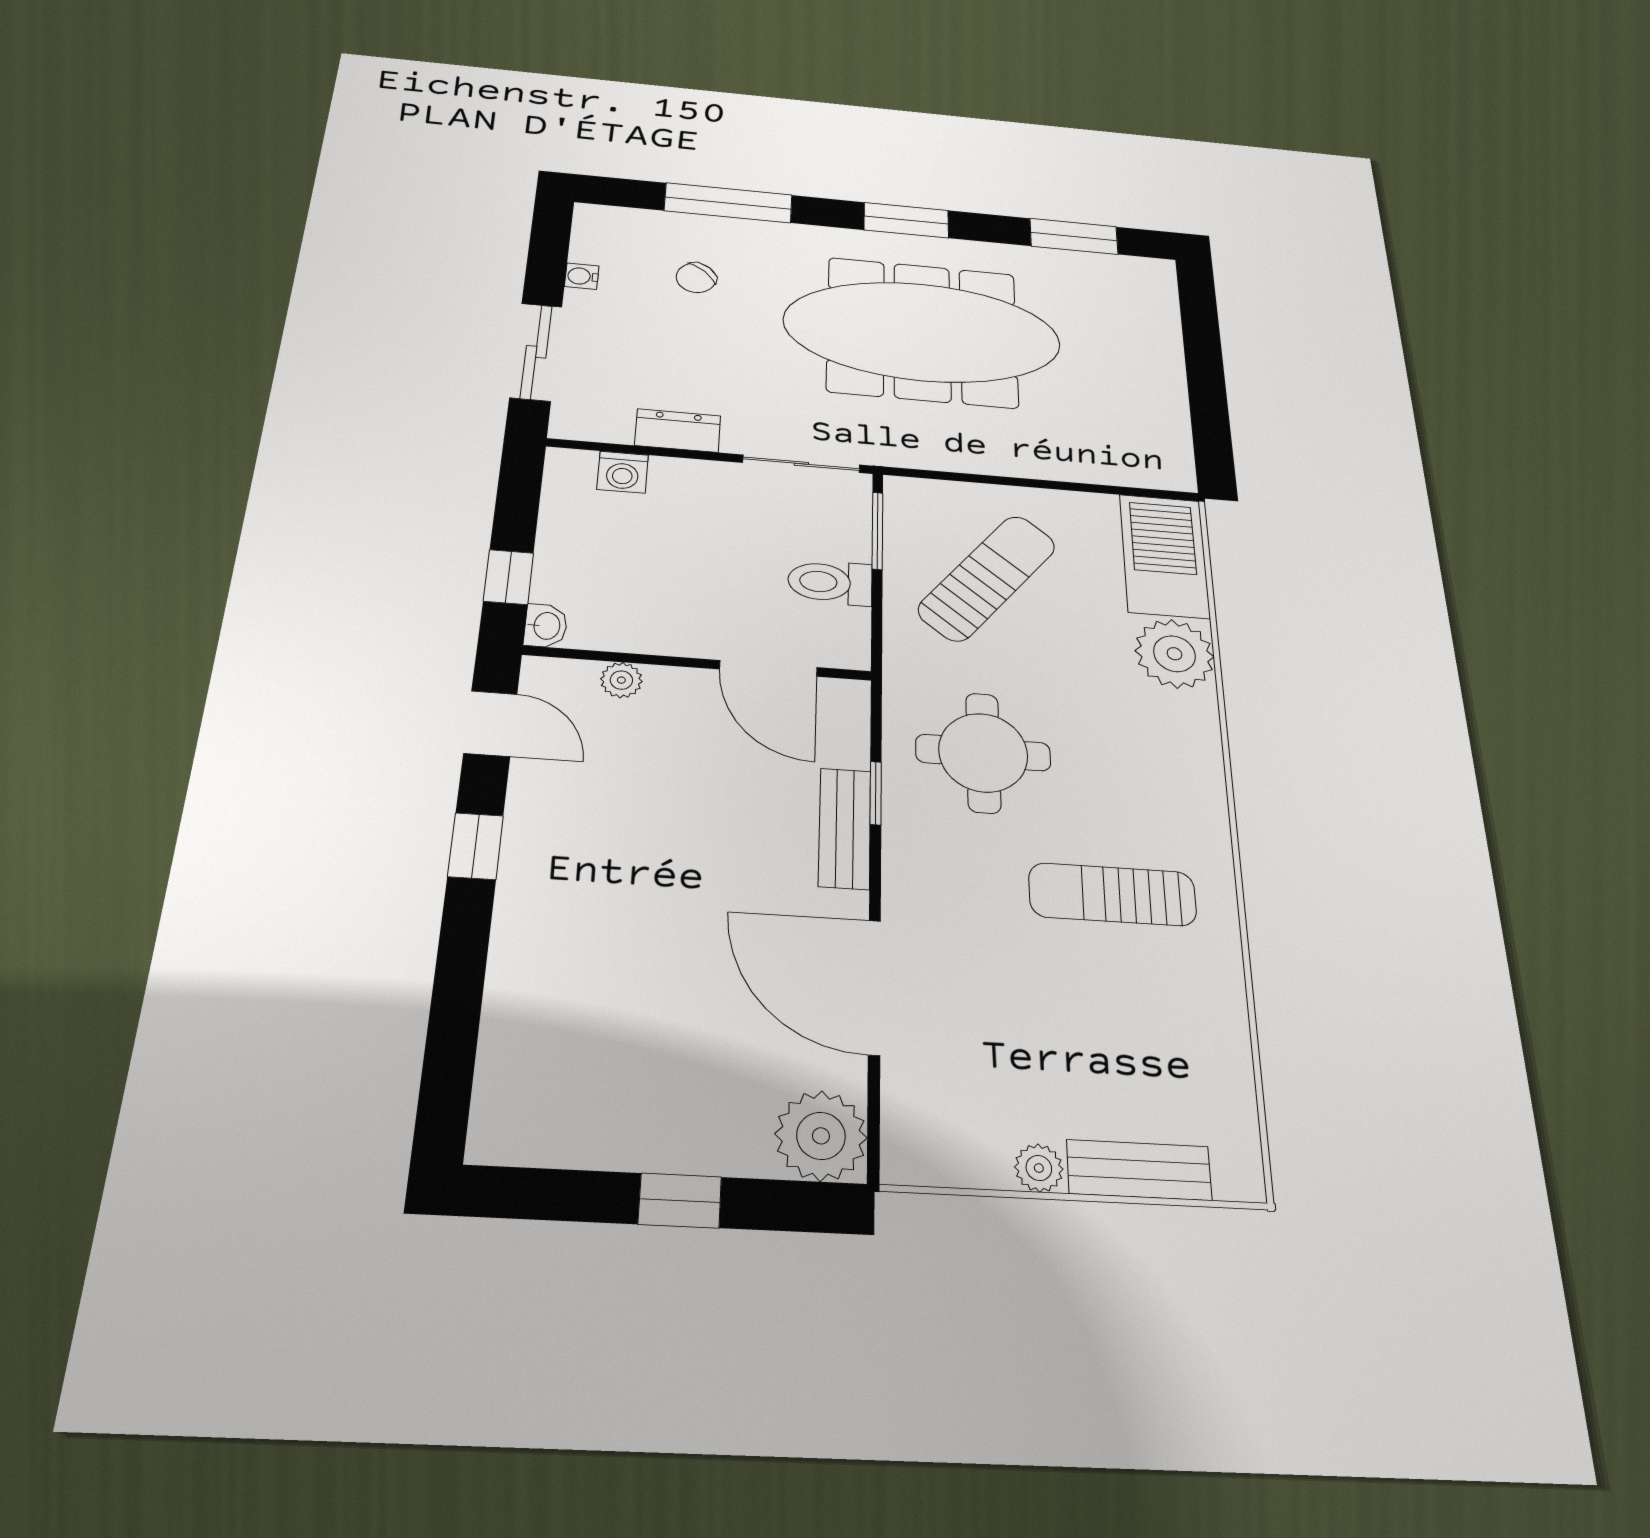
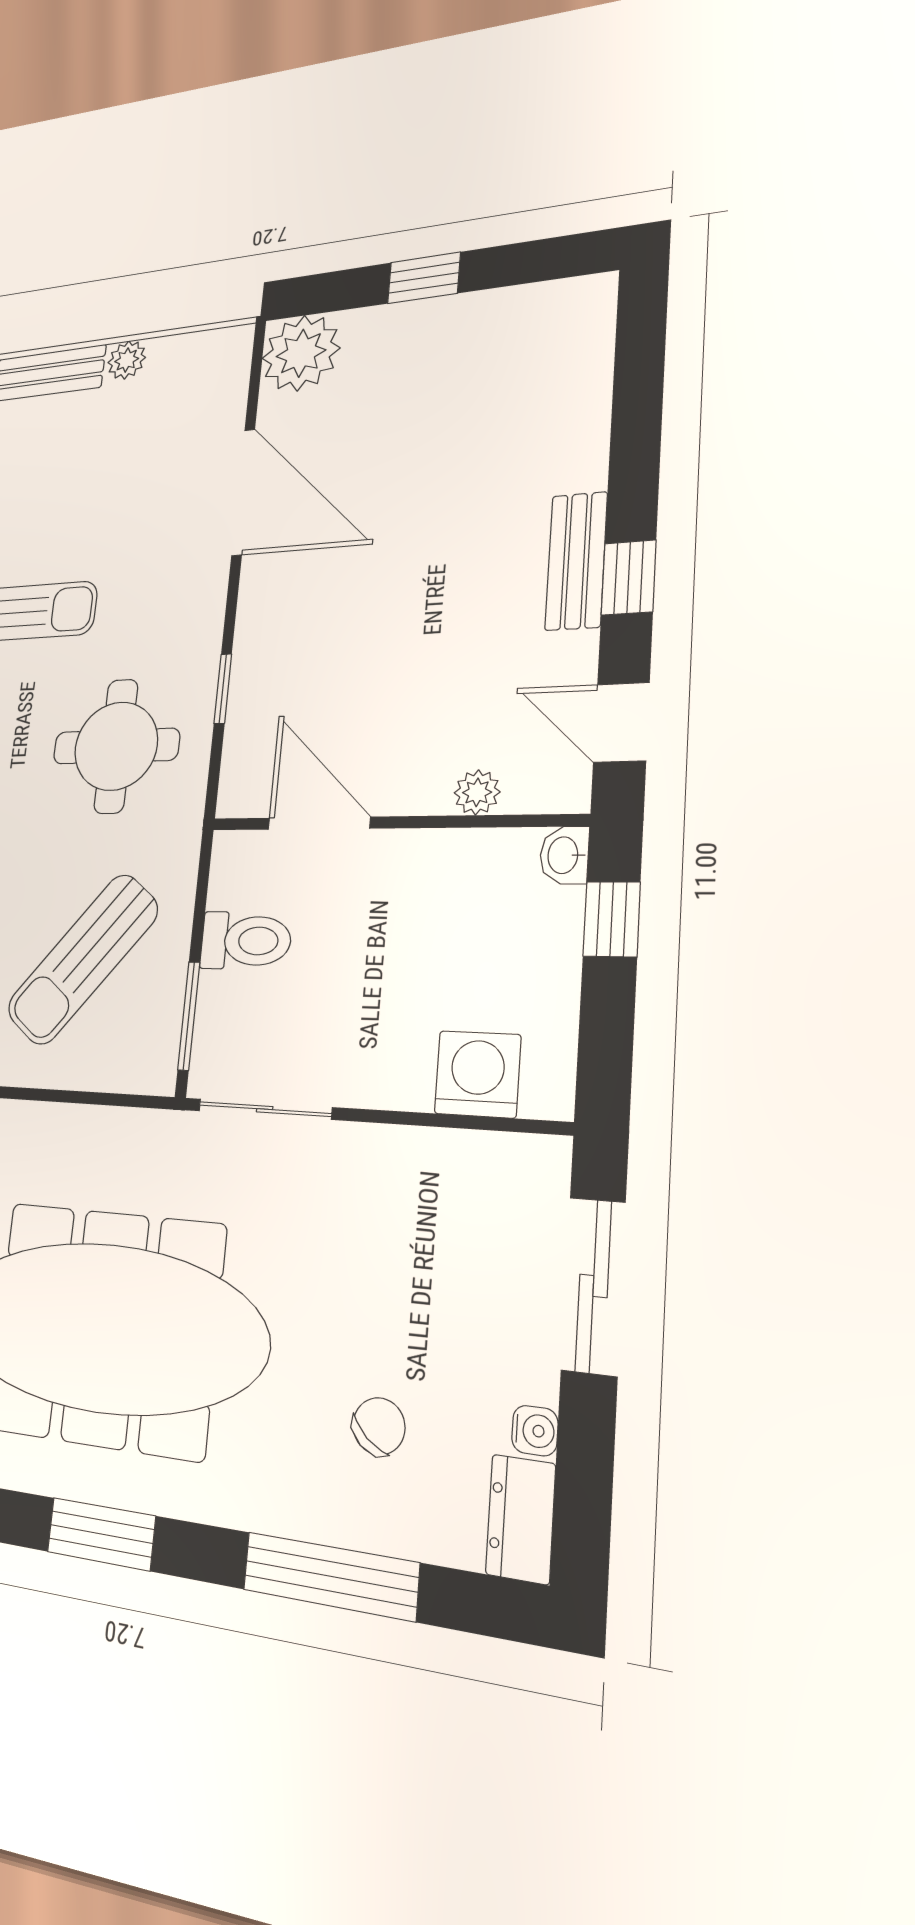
dresser: (678, 431) -> (521, 1519), moved, turned 90
washing machine: (623, 472) -> (478, 1074), width x1.38, depth x1.38
bench: (845, 828) -> (576, 561), moved

